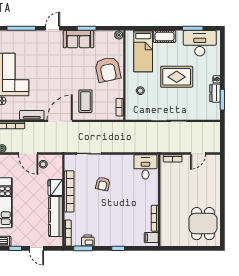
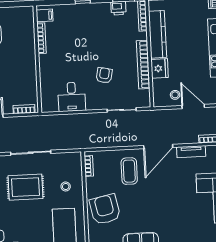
rug: (177, 77) -> (25, 187), moved
desk: (145, 167) -> (72, 97), moved

